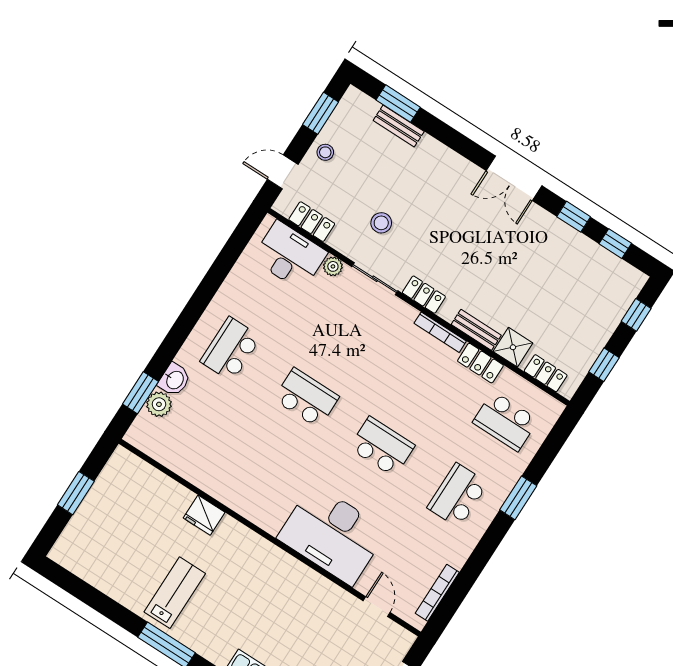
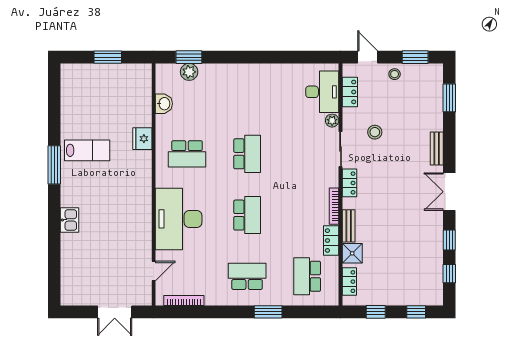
bench: (399, 126) -> (437, 149), moved
school desk: (231, 349) -> (187, 154), moved, turned 180
washbasin: (174, 380) -> (164, 104), moved, turned -90

